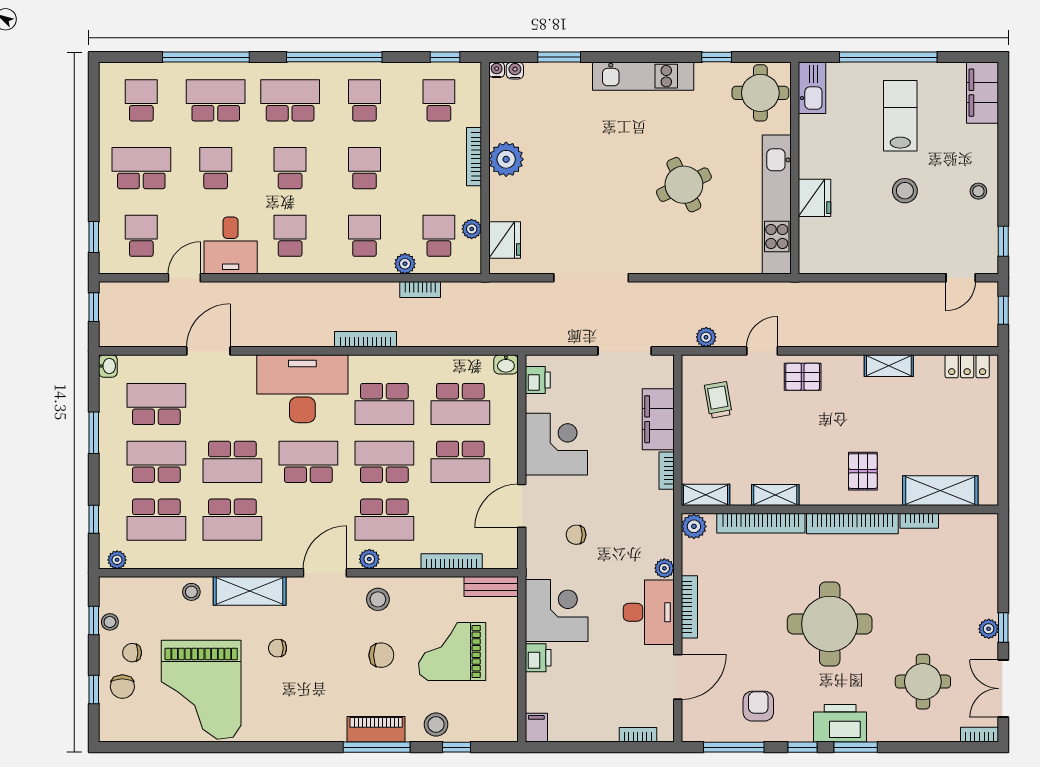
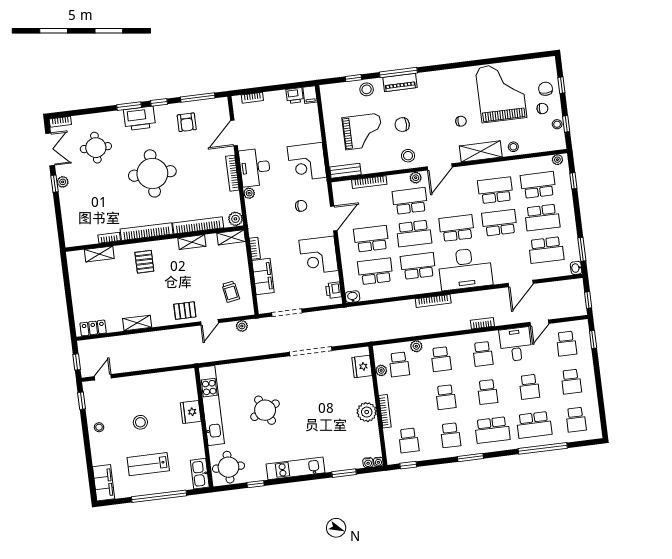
window: (334, 57) -> (470, 457), width x0.47
lab bench: (900, 116) -> (148, 464), turned 90
school desk: (141, 168) -> (571, 382), width x0.54
bookcase: (420, 289) -> (482, 323), moved
window: (94, 433) -> (582, 249), moved
school desk: (308, 462) -> (457, 228), turned 180
shelving: (940, 491) -> (99, 254), width x0.67, depth x0.75
printer: (538, 658) -> (295, 96), moved, turned -90

